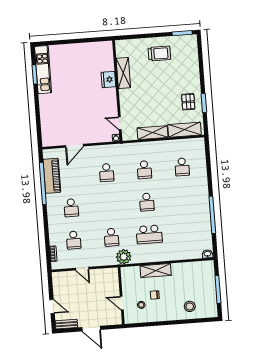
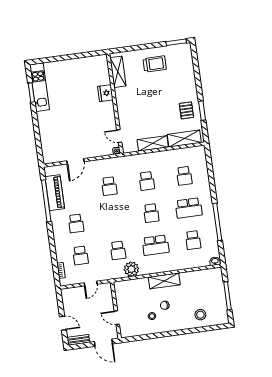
shelving: (123, 73) -> (118, 72), moved
school desk: (185, 199) -> (189, 208), added
school desk: (187, 232) -> (193, 240), added
door: (82, 269) -> (91, 284), hinge flipped
wall: (121, 296) -> (116, 310), moved
door: (122, 303) -> (117, 318), moved

